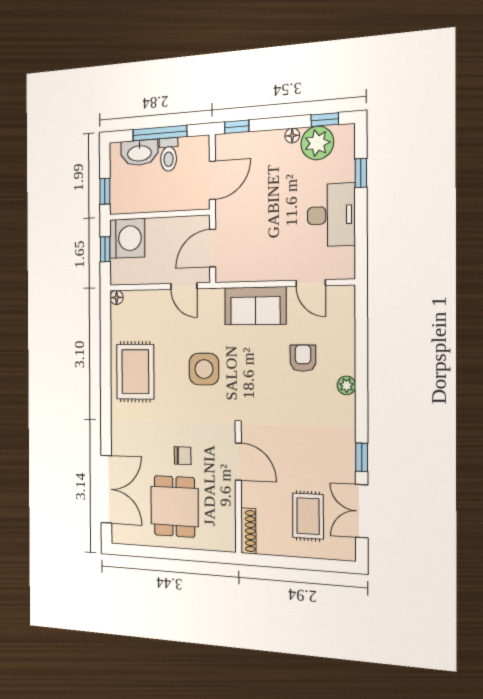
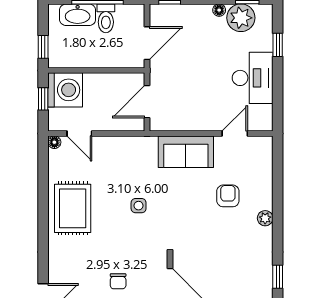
door: (311, 283) -> (235, 134), swing flipped
door: (184, 286) -> (79, 134), moved
side table: (204, 369) -> (139, 206), width x0.54, depth x0.54
chair: (183, 456) -> (118, 281), turned 90

